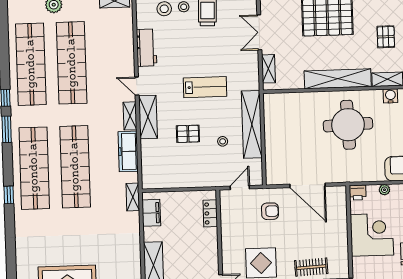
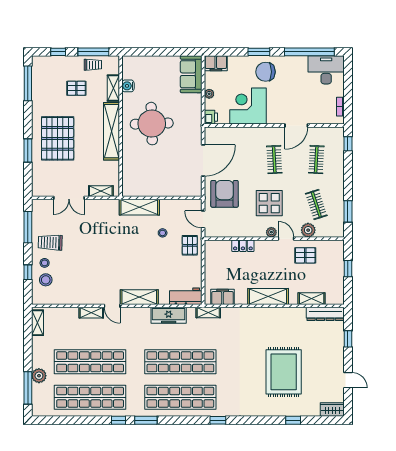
workbench: (147, 48) -> (186, 296), moved
door: (137, 86) -> (112, 306), hinge flipped
lab bench: (205, 87) -> (115, 247), removed
shelving: (130, 116) -> (91, 313), moved
shelving: (252, 124) -> (139, 207), width x0.68
pallet: (188, 134) -> (190, 245), moved
window: (9, 195) -> (218, 420), moved
armchair: (270, 211) -> (225, 194), width x1.88, depth x1.88
locker: (210, 213) -> (243, 246), moved
plant: (228, 267) -> (271, 232), added

